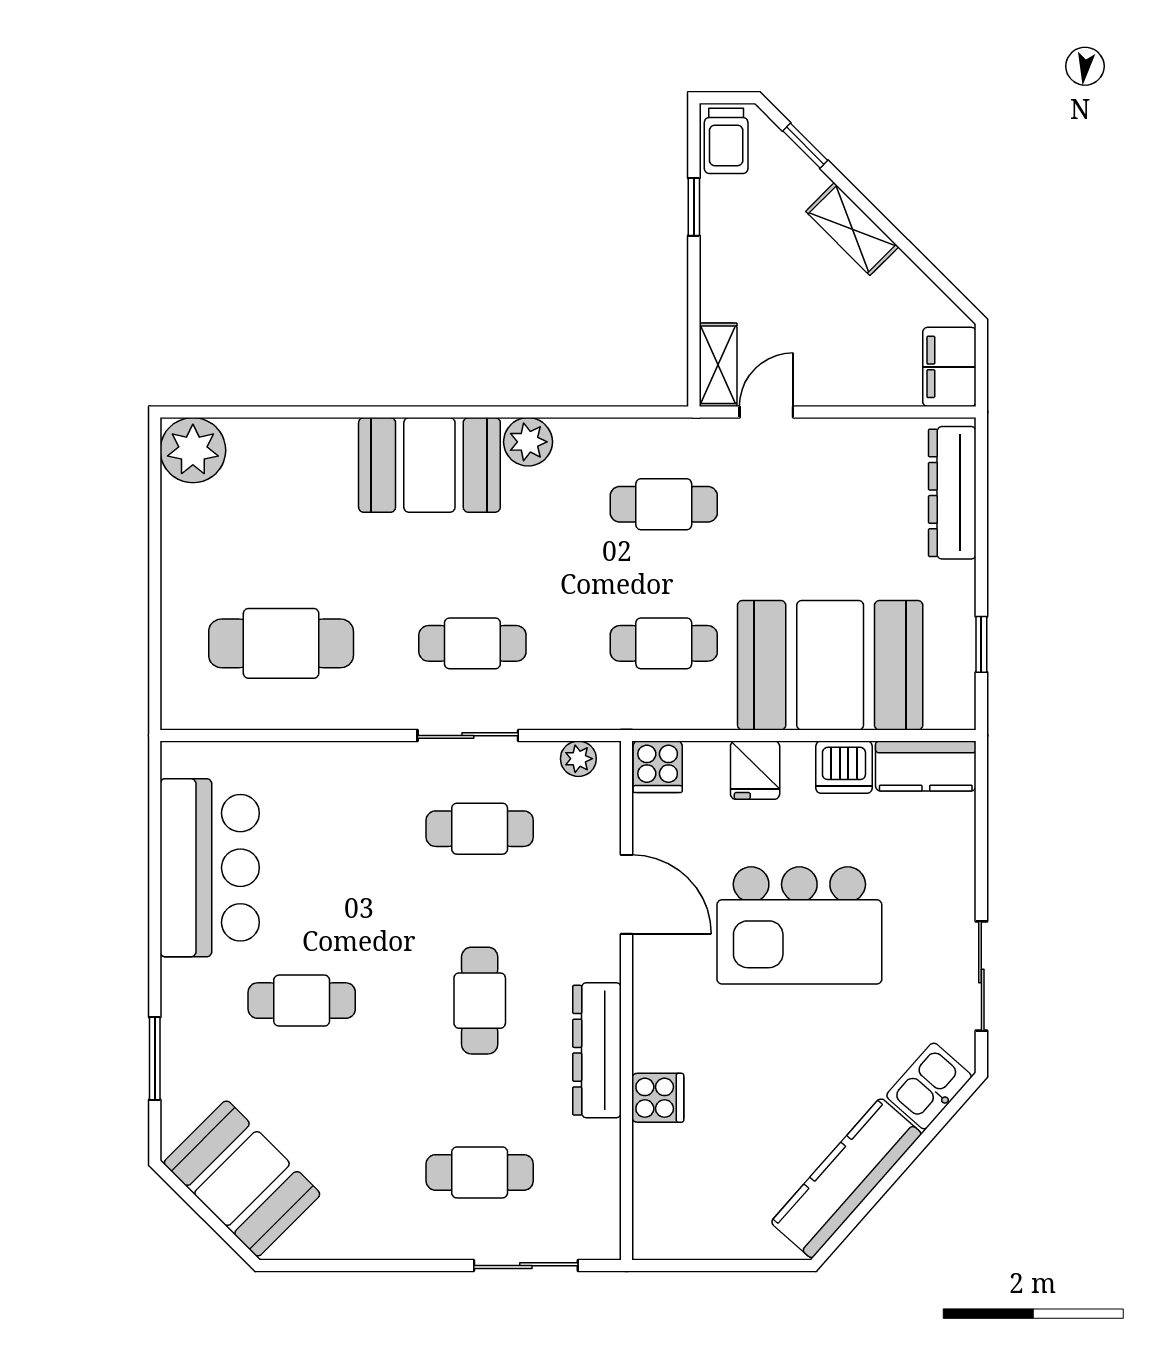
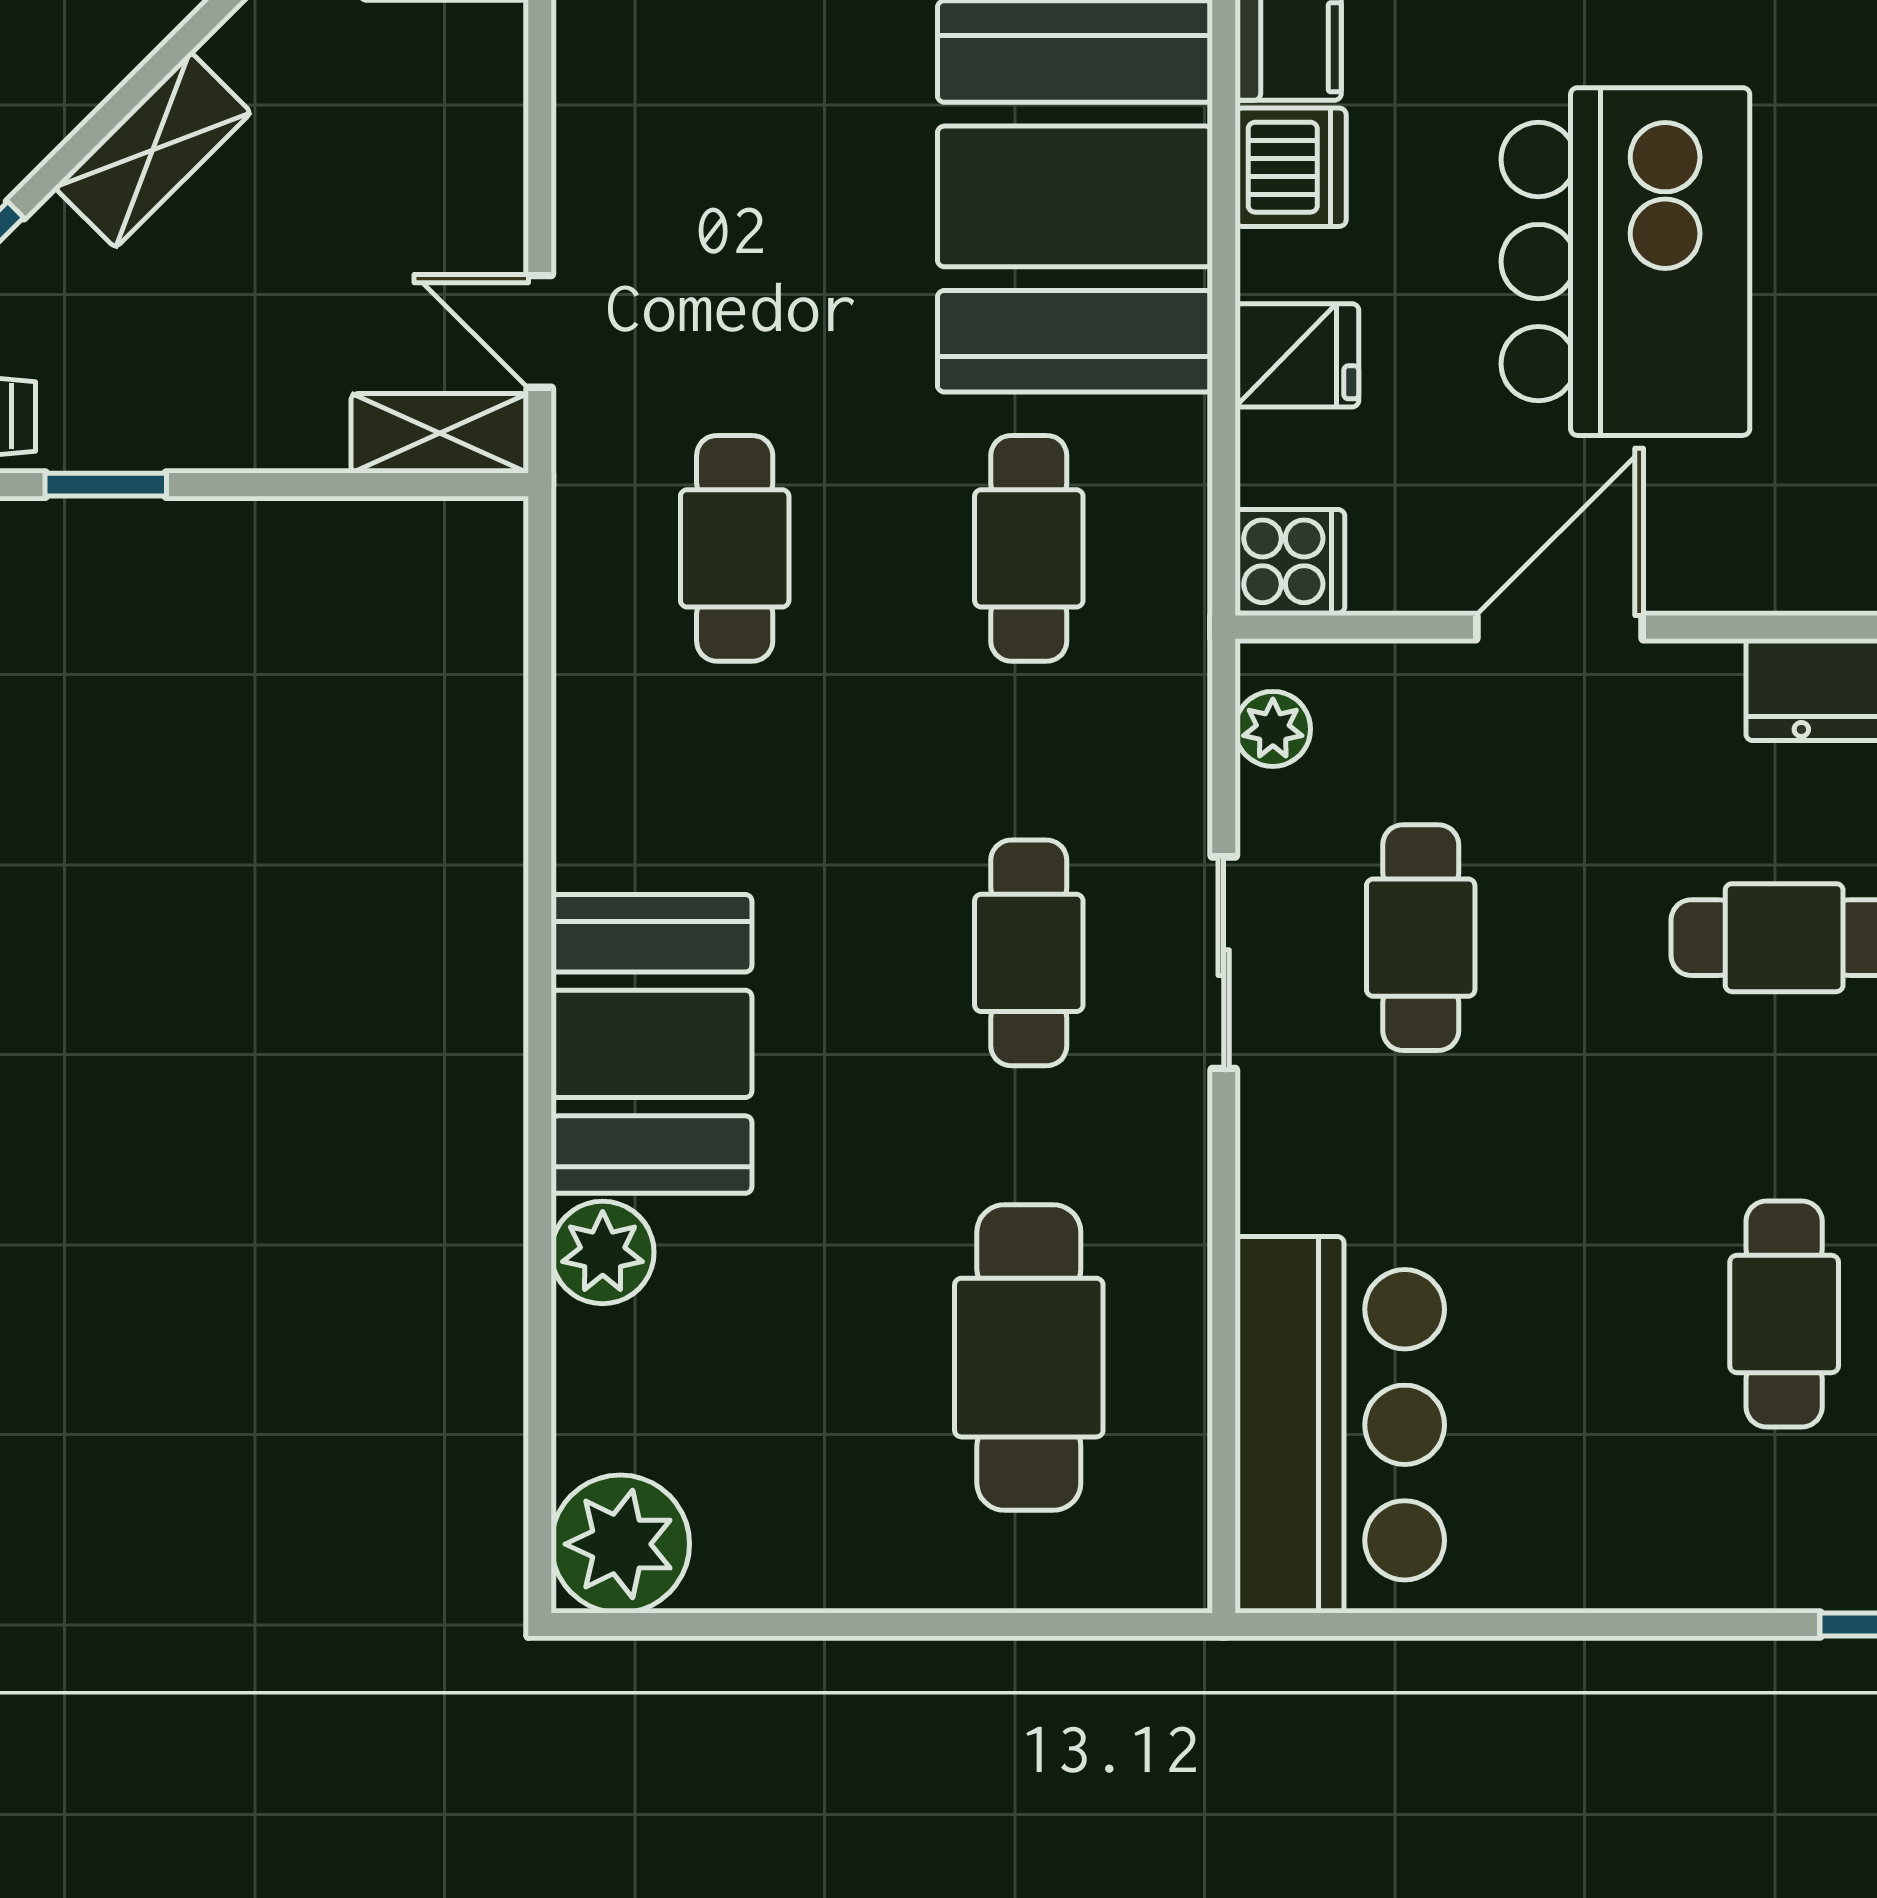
plant: (528, 442) -> (603, 1252), moved
bar counter: (210, 868) -> (1340, 1425), moved, turned 90

